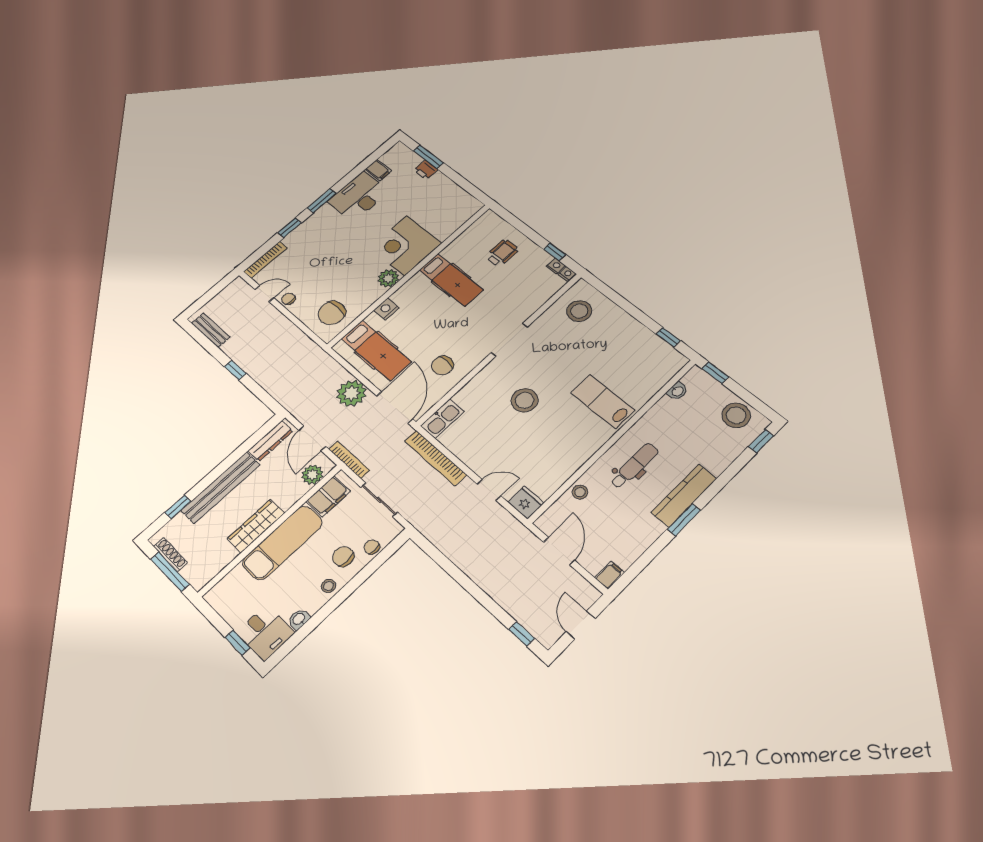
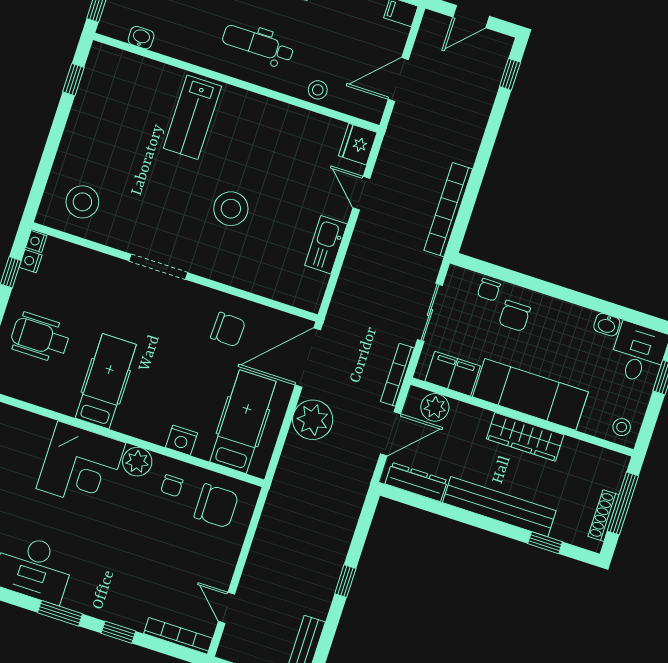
wheelchair: (502, 253) -> (40, 337), width x1.36, depth x1.37
chair: (288, 299) -> (172, 486), moved
kitchen sink: (442, 419) -> (326, 245), moved, turned -90
bookcase: (435, 458) -> (448, 210), moved, turned 180
stool: (328, 586) -> (622, 427), moved

